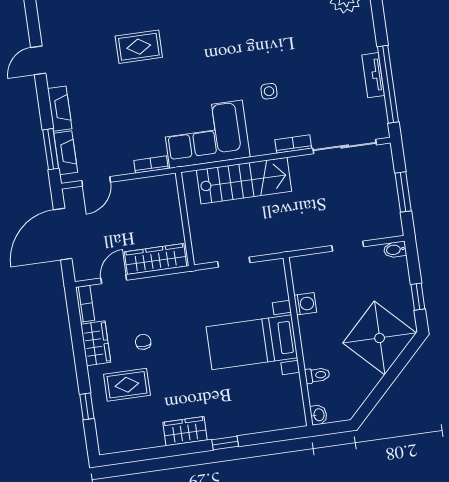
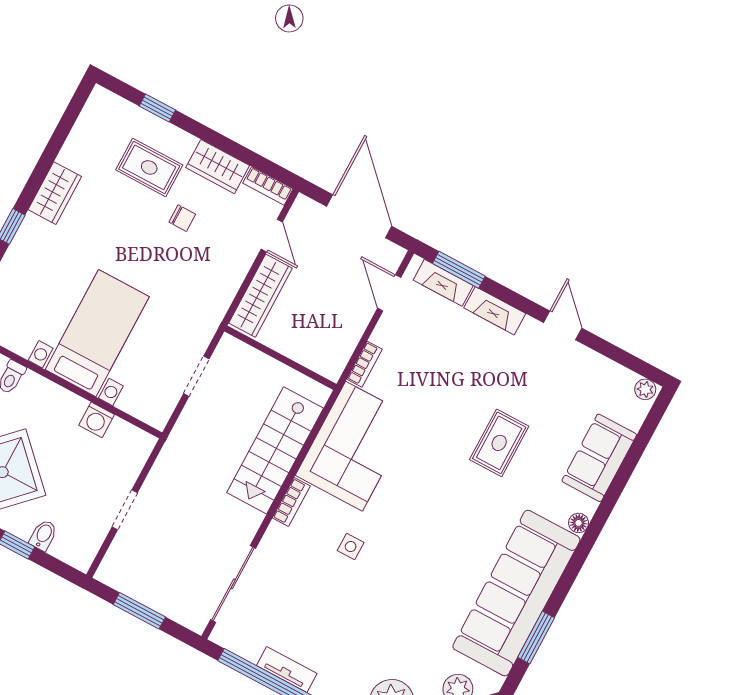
bookcase: (293, 144) -> (291, 502), moved
bidet: (395, 250) -> (43, 535), moved
rug: (127, 385) -> (149, 167), turned 90

